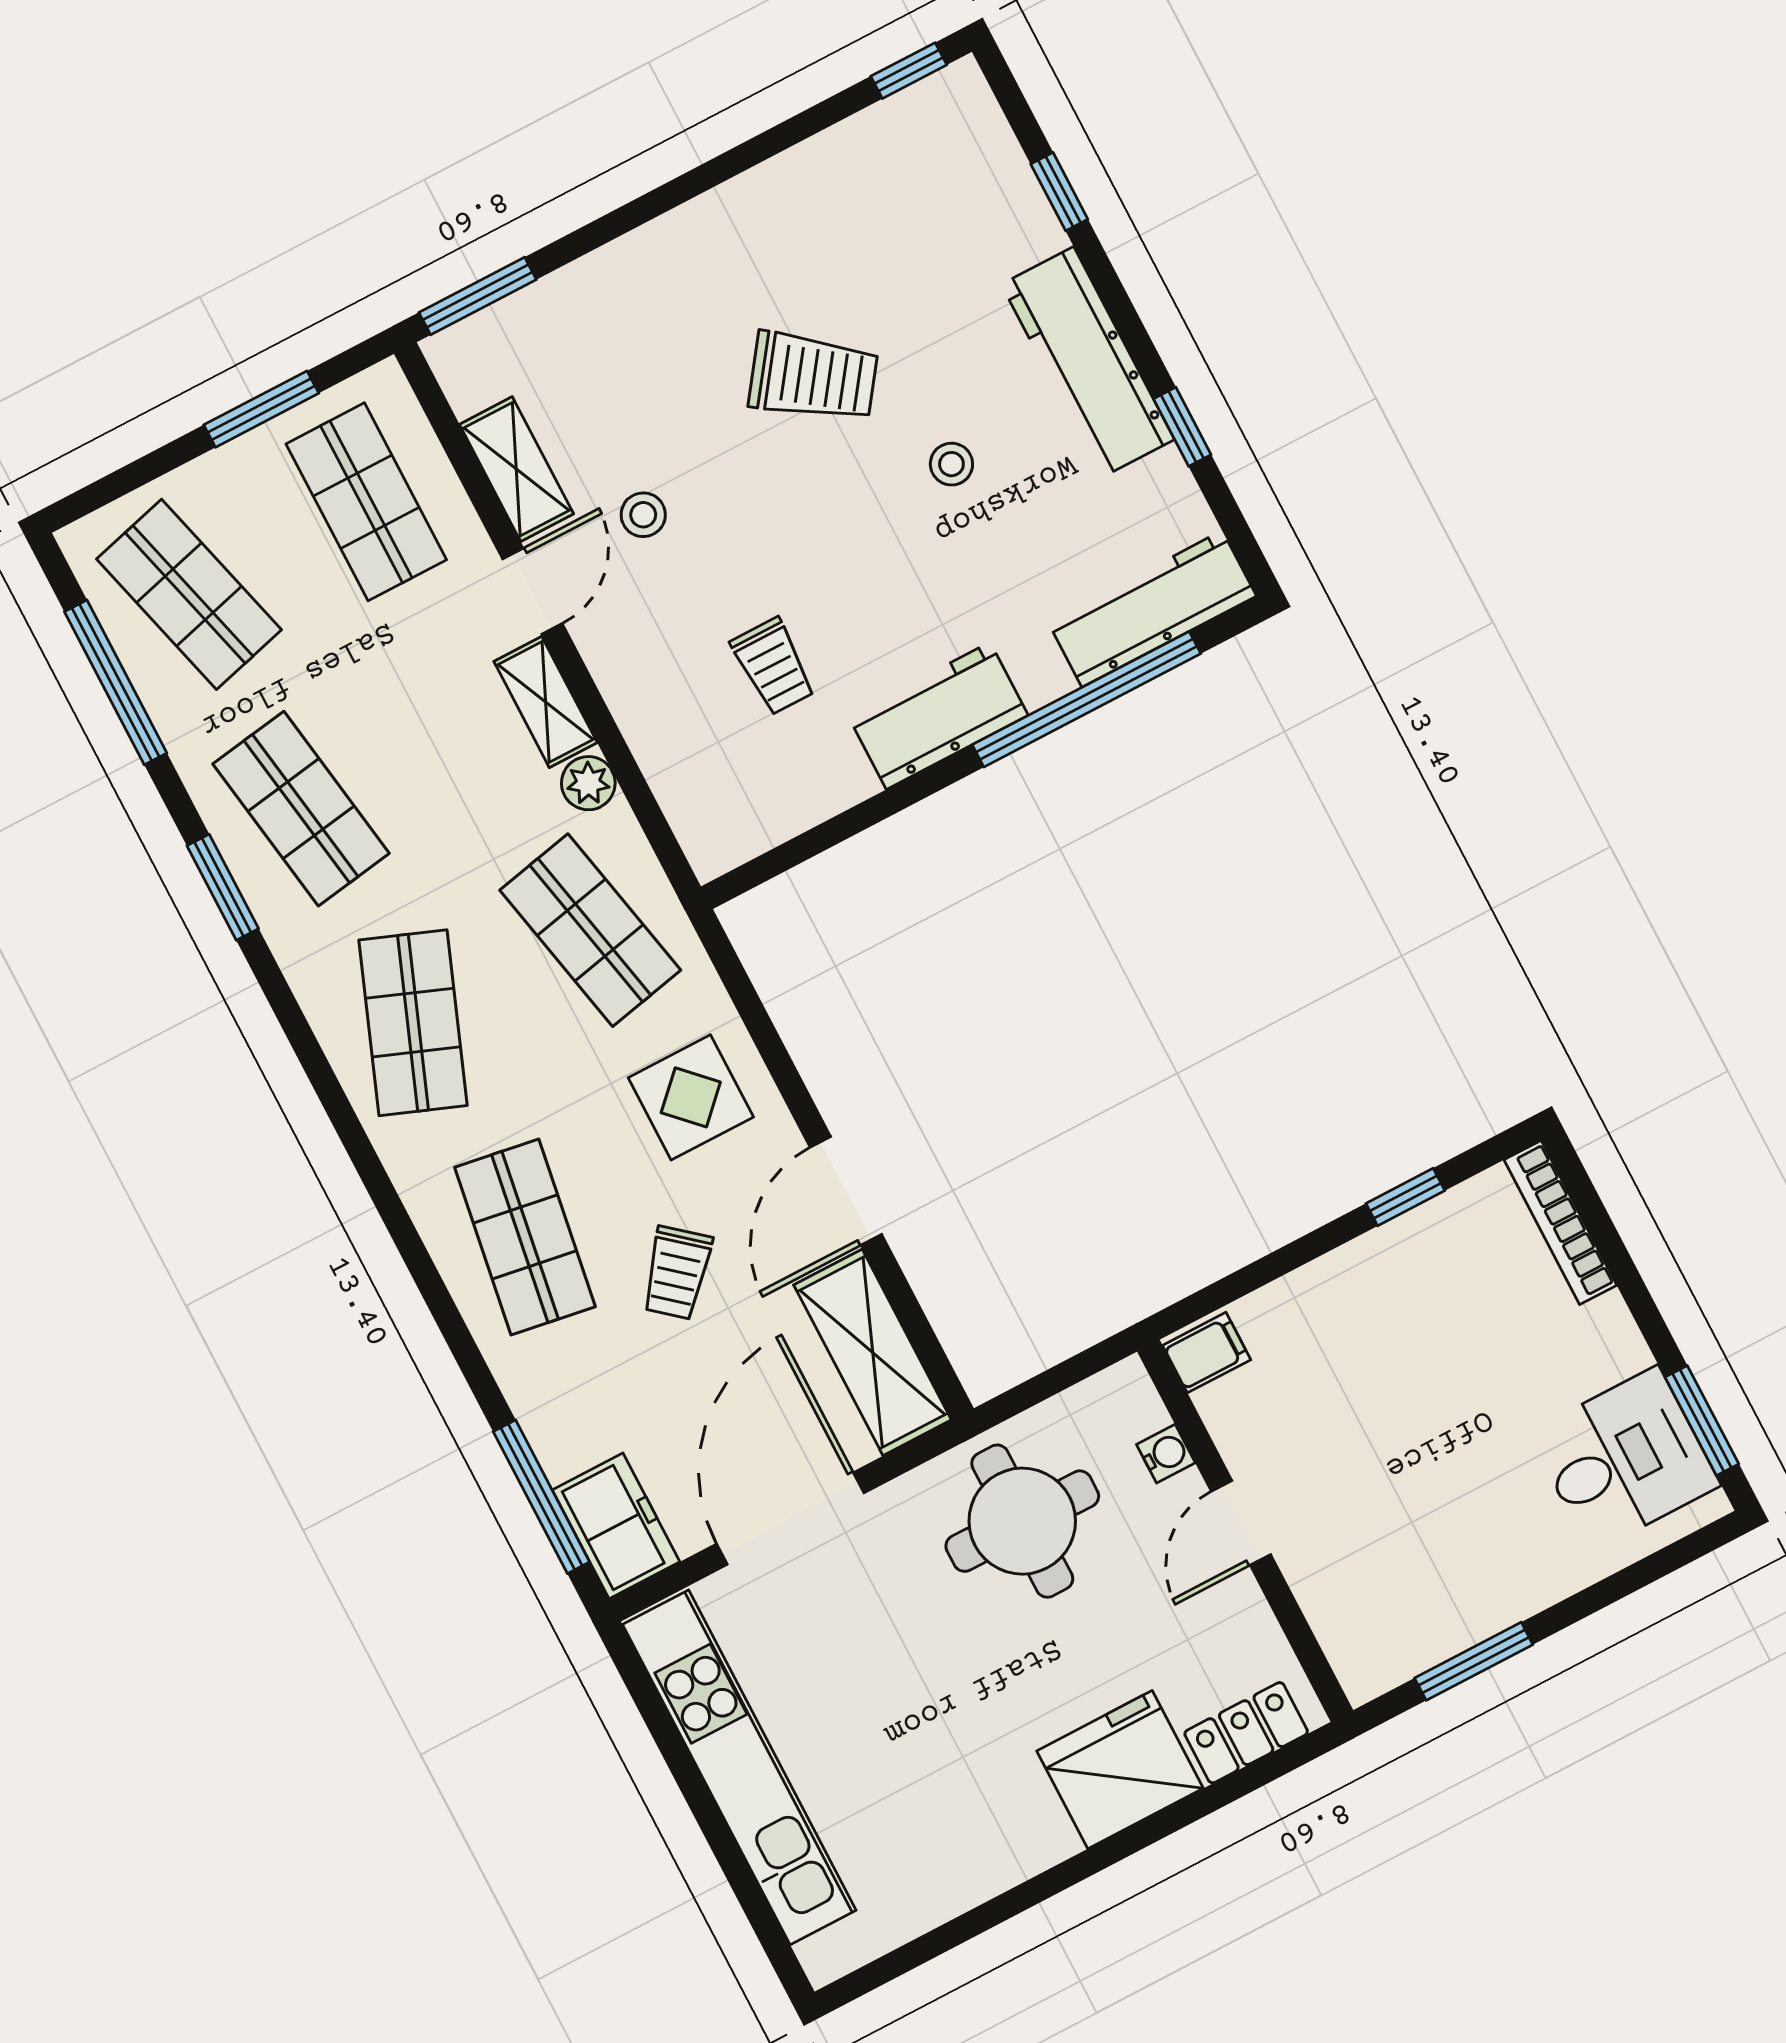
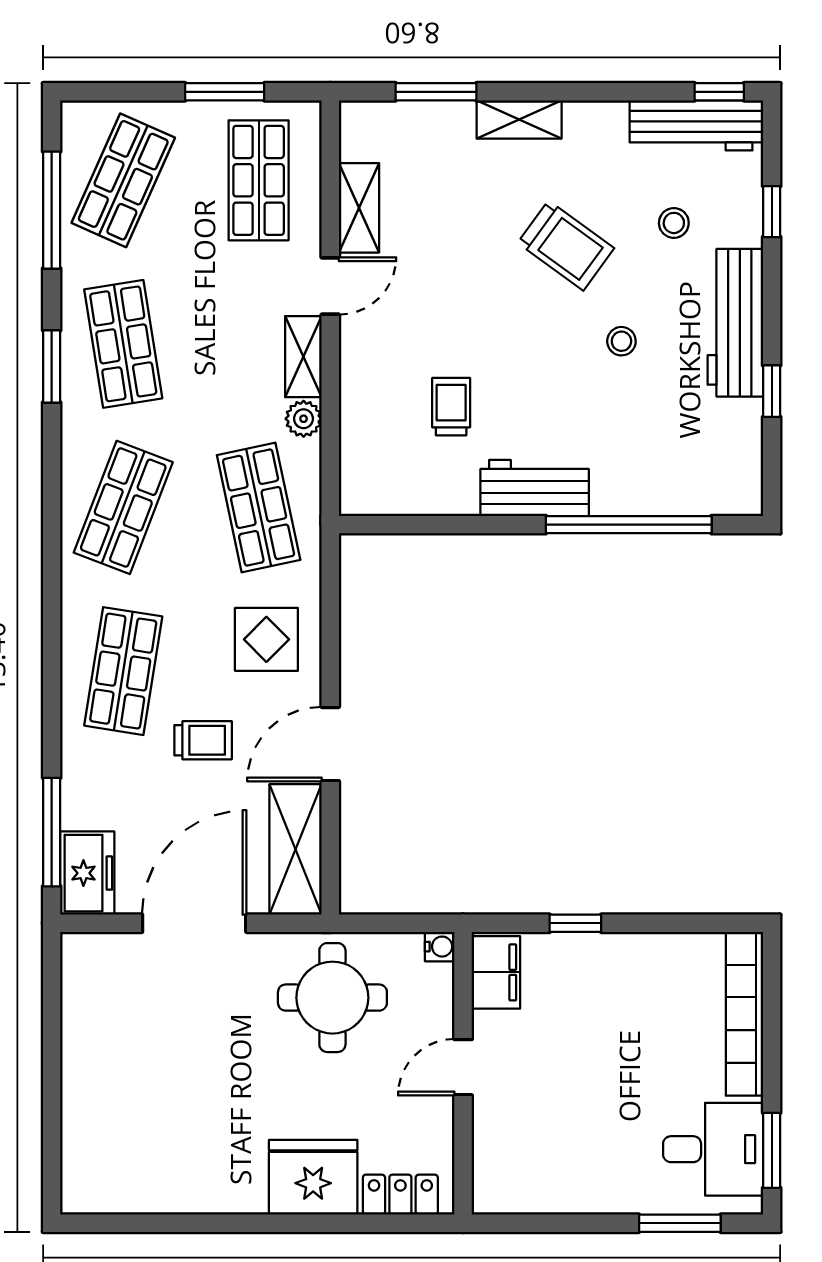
shelving: (666, 244) -> (519, 119), added
window: (478, 296) -> (436, 92), moved
stool: (643, 515) -> (674, 223), moved
shop shelf: (189, 594) -> (123, 180), turned 39
workbench: (1152, 609) -> (696, 125), moved, turned 180
trolley: (773, 666) -> (451, 407), turned 180
window: (1405, 1197) -> (575, 923), moved
bookcase: (1560, 1223) -> (744, 1014), width x1.48, depth x1.31
trolley: (677, 1273) -> (203, 740), turned -130
filing cabinet: (1207, 1353) -> (496, 972), width x2.00
water cooler: (1166, 1454) -> (440, 947), moved
window: (1474, 1661) -> (680, 1223), moved
kitchen unit: (739, 1767) -> (85, 1057), removed

